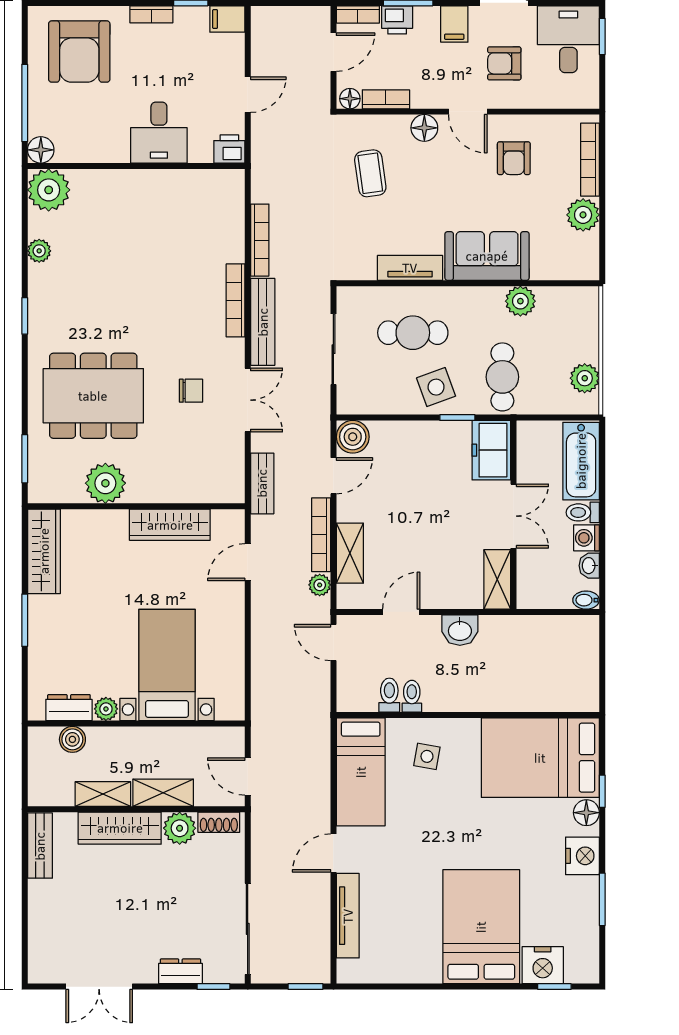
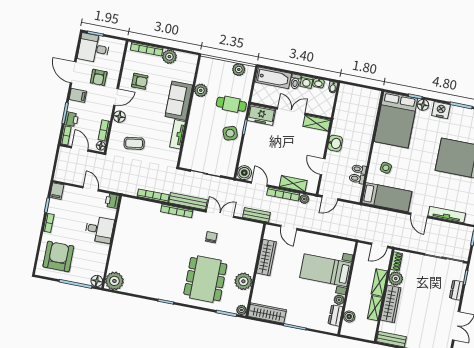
armchair: (79, 51) -> (58, 256), turned -90
plant: (39, 251) -> (241, 310), moved
cafe table: (413, 333) -> (205, 139), removed

